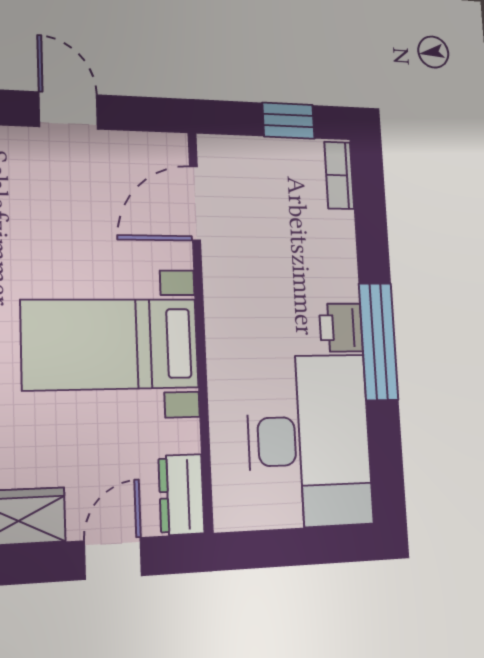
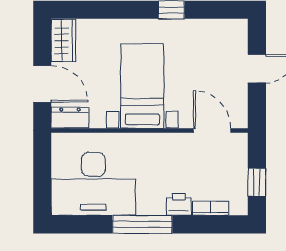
bookcase: (339, 175) -> (211, 208), moved
printer: (341, 328) -> (179, 204), moved
door: (113, 558) -> (42, 84), width x1.38

